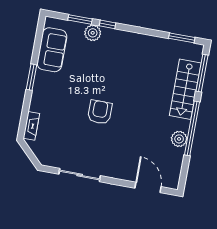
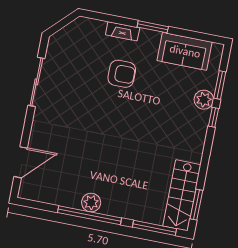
stairs: (185, 89) -> (182, 195), moved, turned -90
armchair: (100, 112) -> (122, 74), moved
fireplace: (31, 126) -> (123, 31), moved
plant: (179, 139) -> (91, 203), moved

